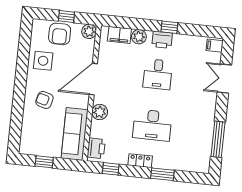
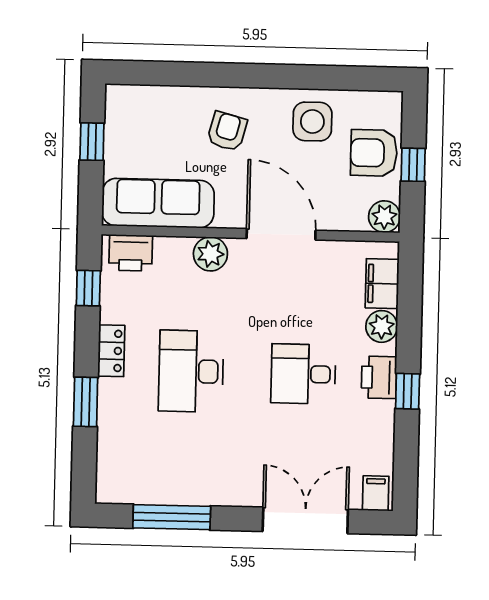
double door: (224, 79) -> (305, 520), width x1.37

